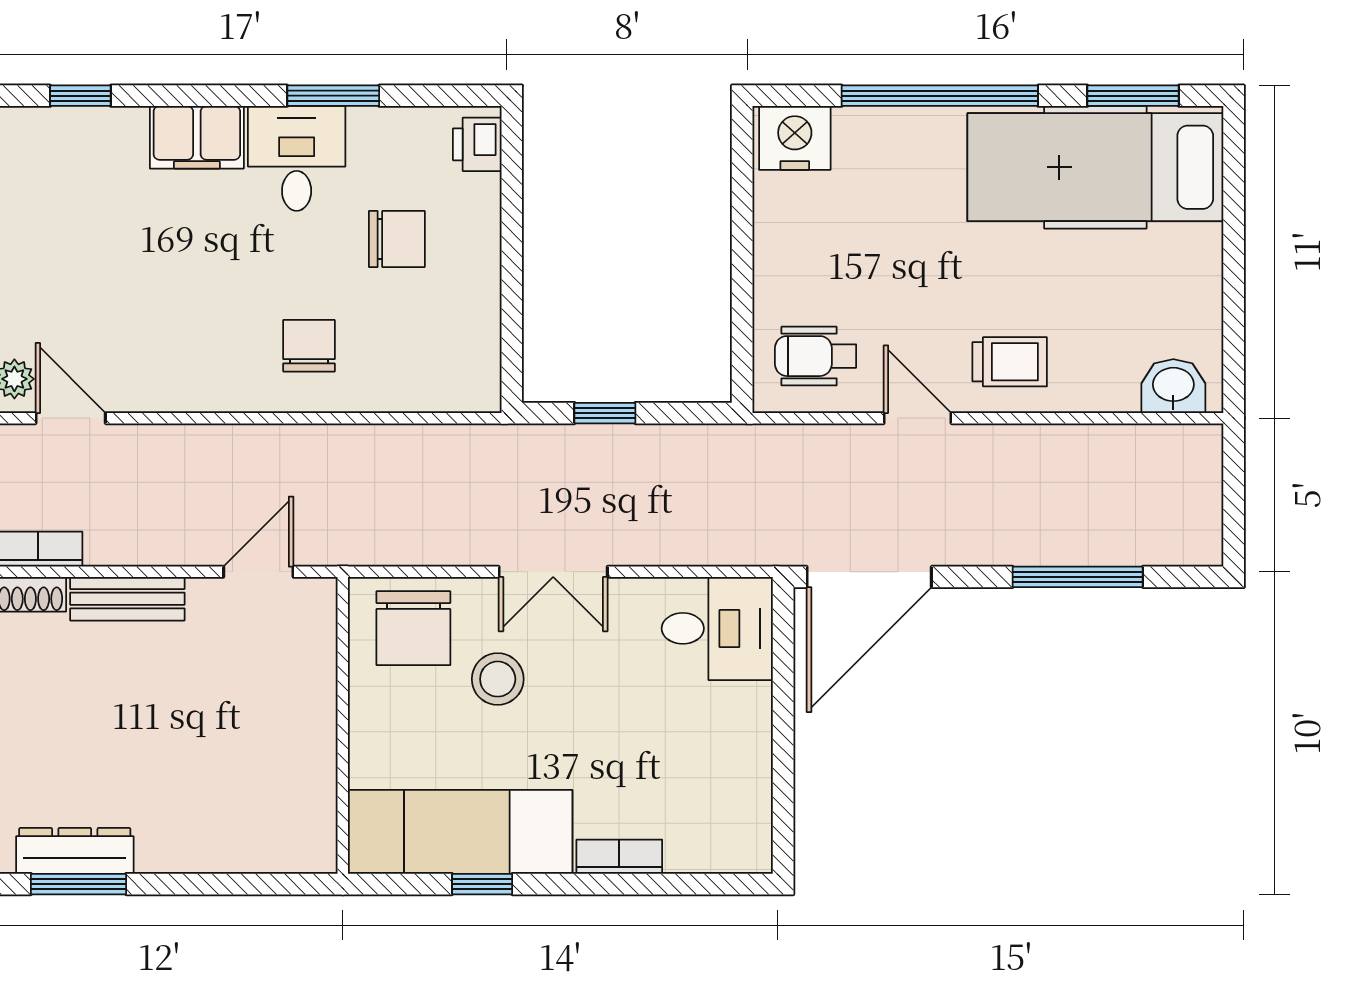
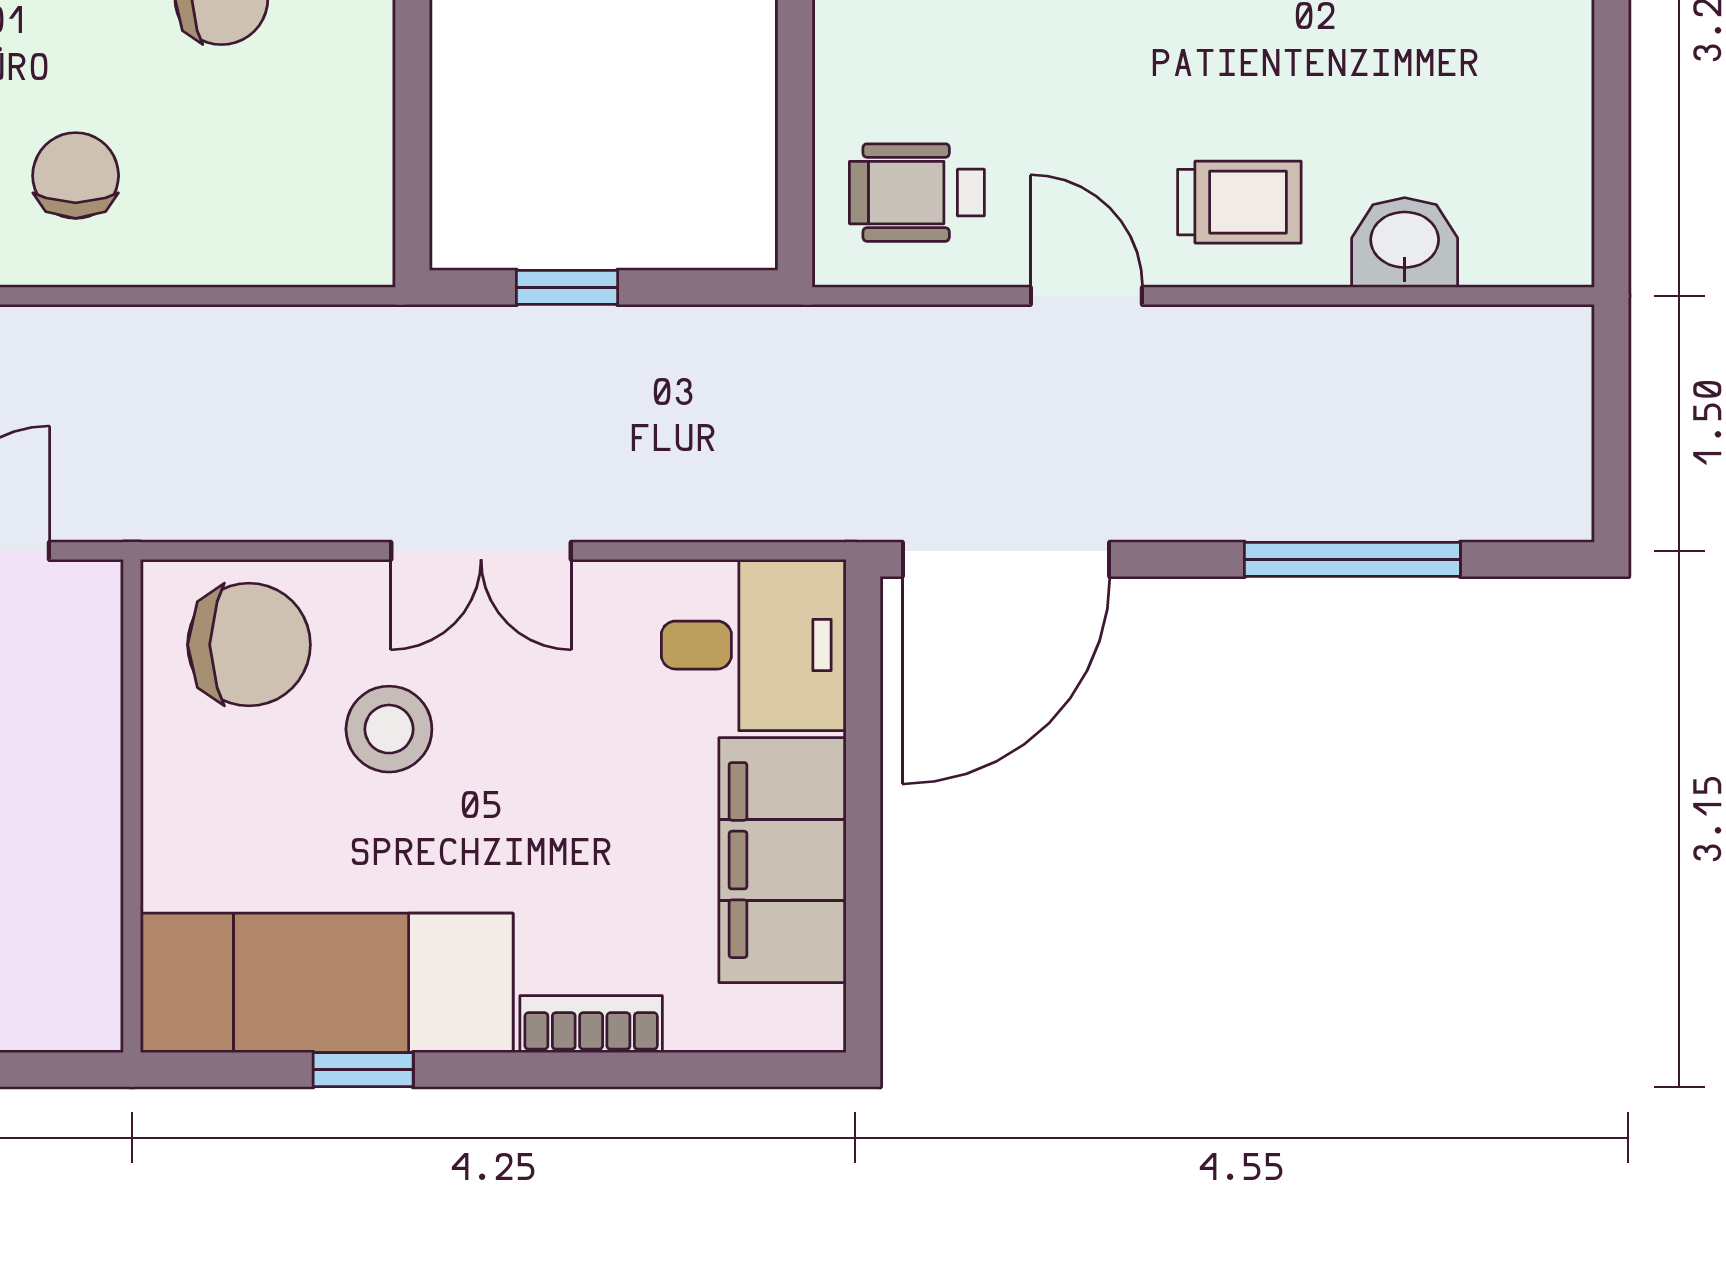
washbasin: (1173, 386) -> (1405, 242), moved
chair: (413, 628) -> (249, 645), turned -90
filing cabinet: (735, 758) -> (782, 860), added

